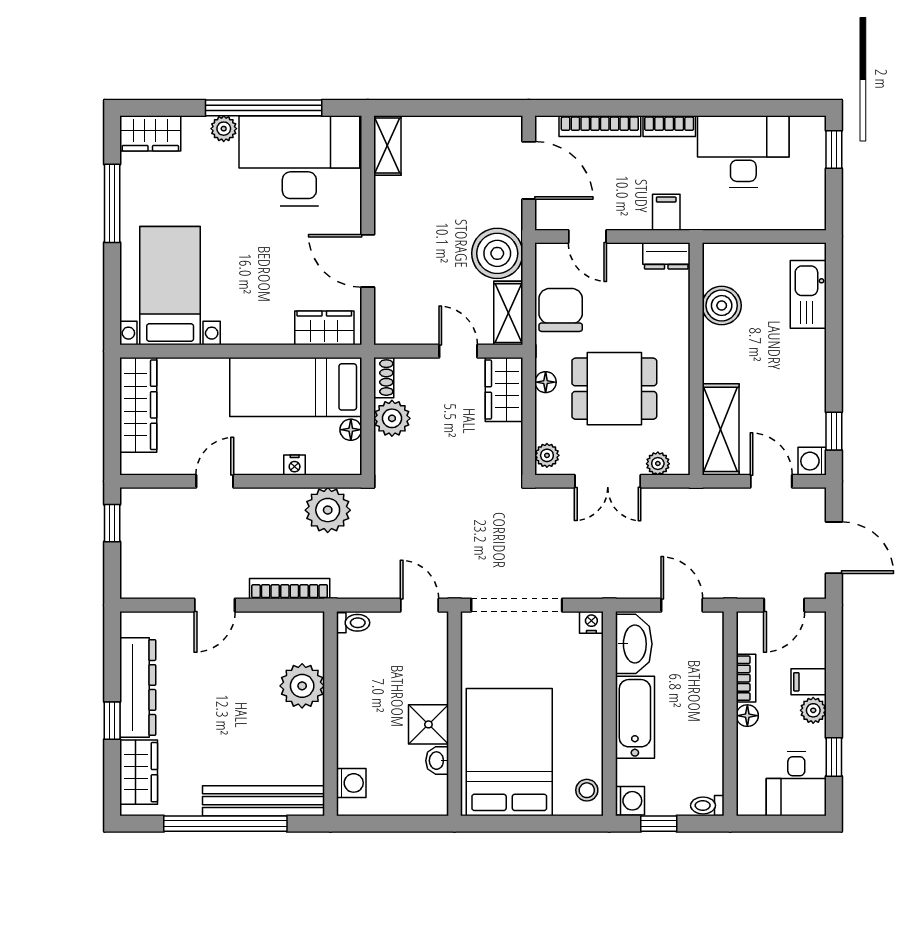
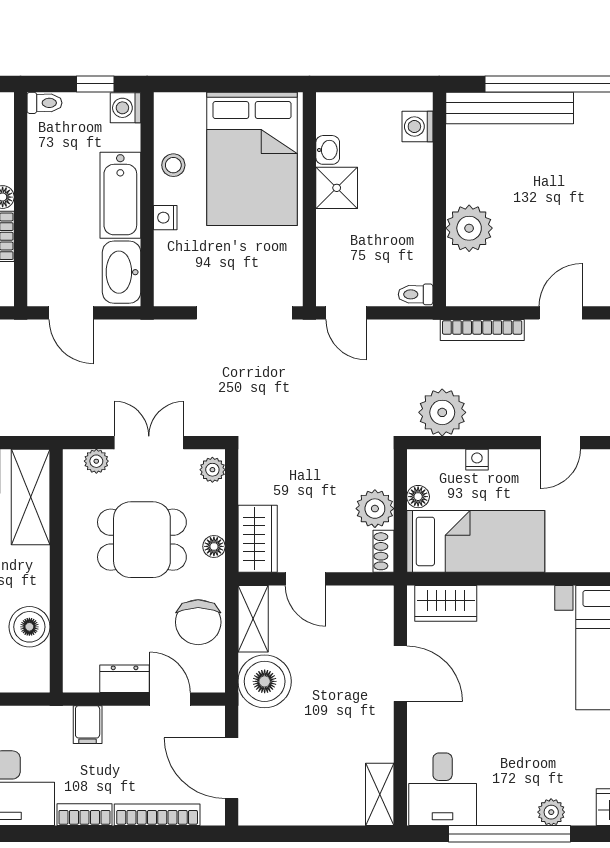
desk: (299, 161) -> (443, 789), width x0.53, depth x0.77
dresser: (666, 256) -> (125, 679), moved
nightstand: (591, 622) -> (165, 218), moved, turned 90
stool: (587, 790) -> (173, 165), moved

